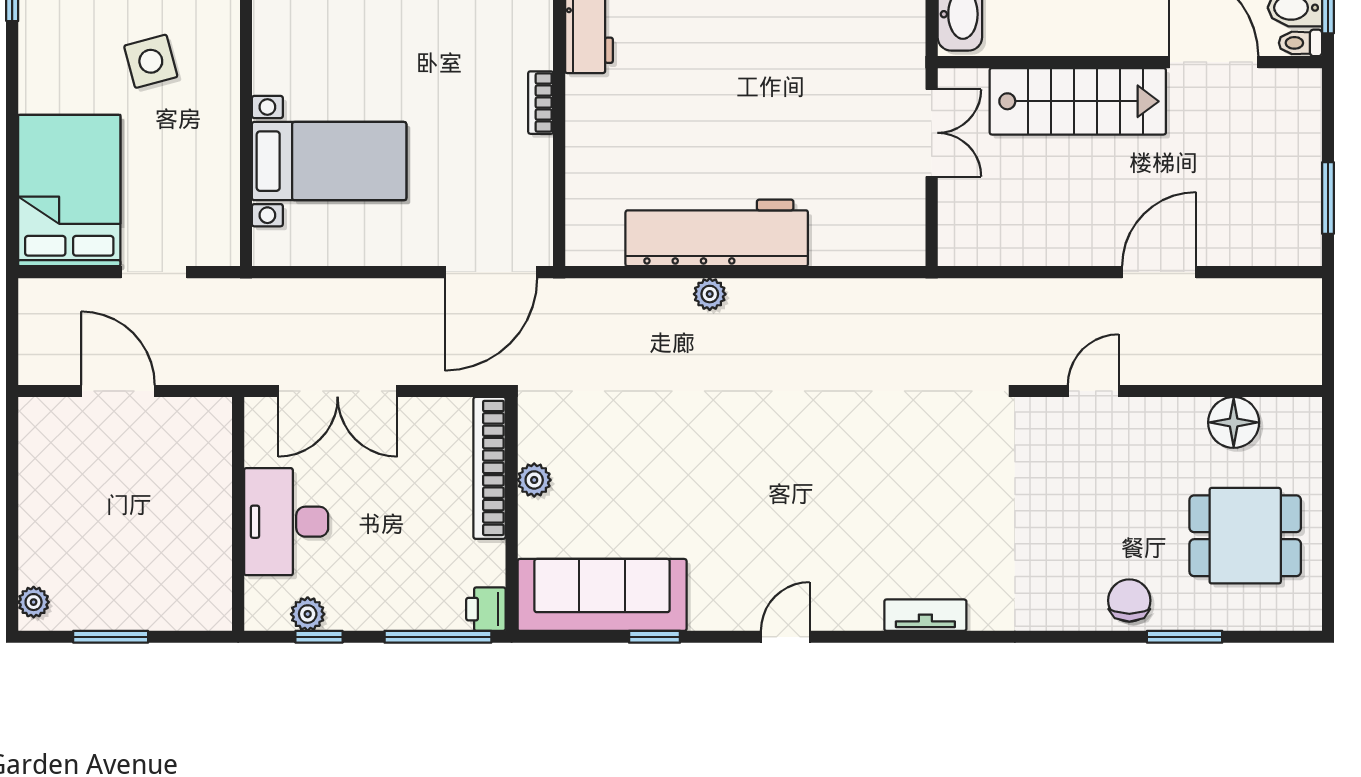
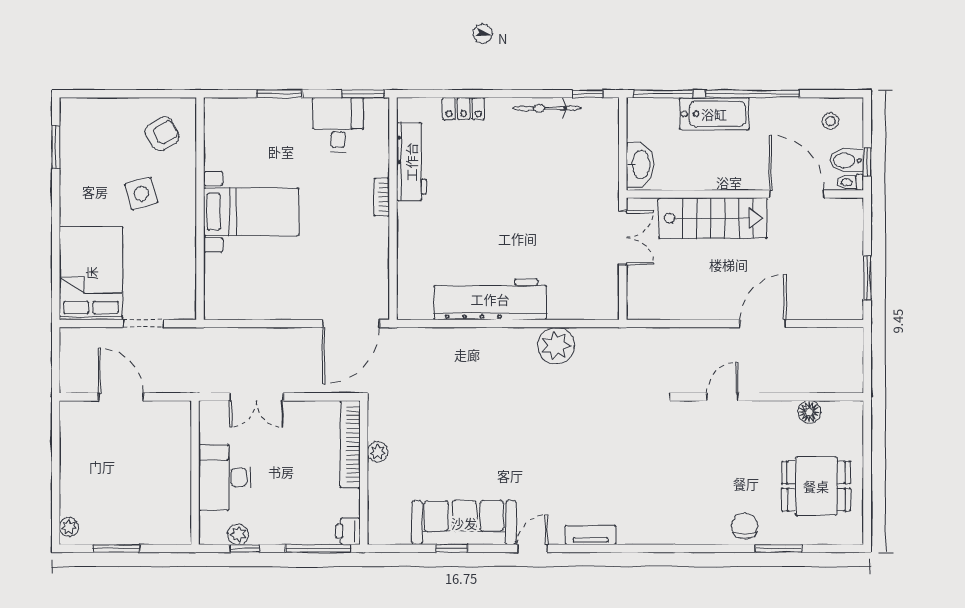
bookcase: (541, 103) -> (382, 197), moved
bed with nightstands: (329, 161) -> (251, 212), moved
plant: (710, 294) -> (556, 346), moved, width x1.88, depth x1.88
double door: (338, 391) -> (257, 397), width x0.73
floor lamp: (1234, 422) -> (809, 412), width x0.73, depth x0.73
sofa: (602, 595) -> (464, 523), moved
tv unit: (925, 615) -> (590, 535), moved

